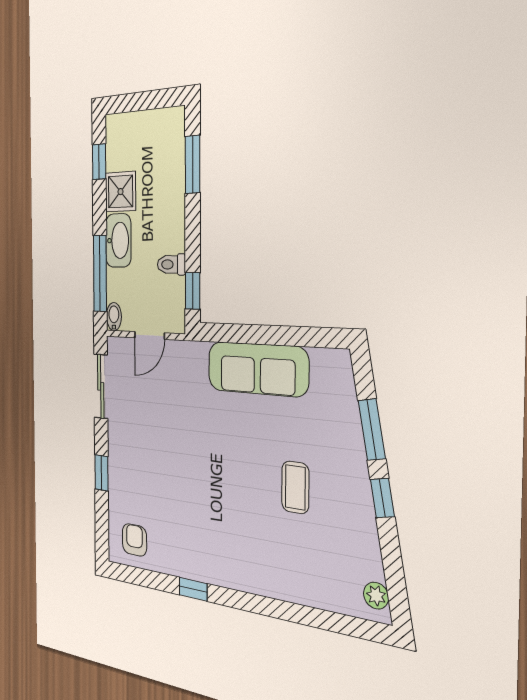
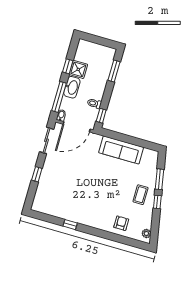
window: (99, 162) -> (68, 66), moved
door: (150, 335) -> (77, 127), width x1.87
coffee table: (295, 487) -> (140, 195), moved
armchair: (134, 540) -> (121, 223), moved

